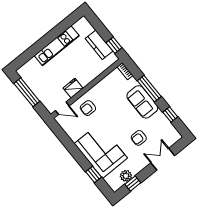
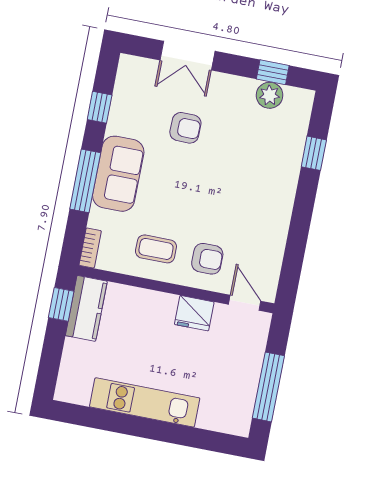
kitchen counter: (99, 45) -> (86, 308), moved
coffee table: (106, 93) -> (156, 249), added
corner sofa: (101, 151) -> (263, 175), removed

